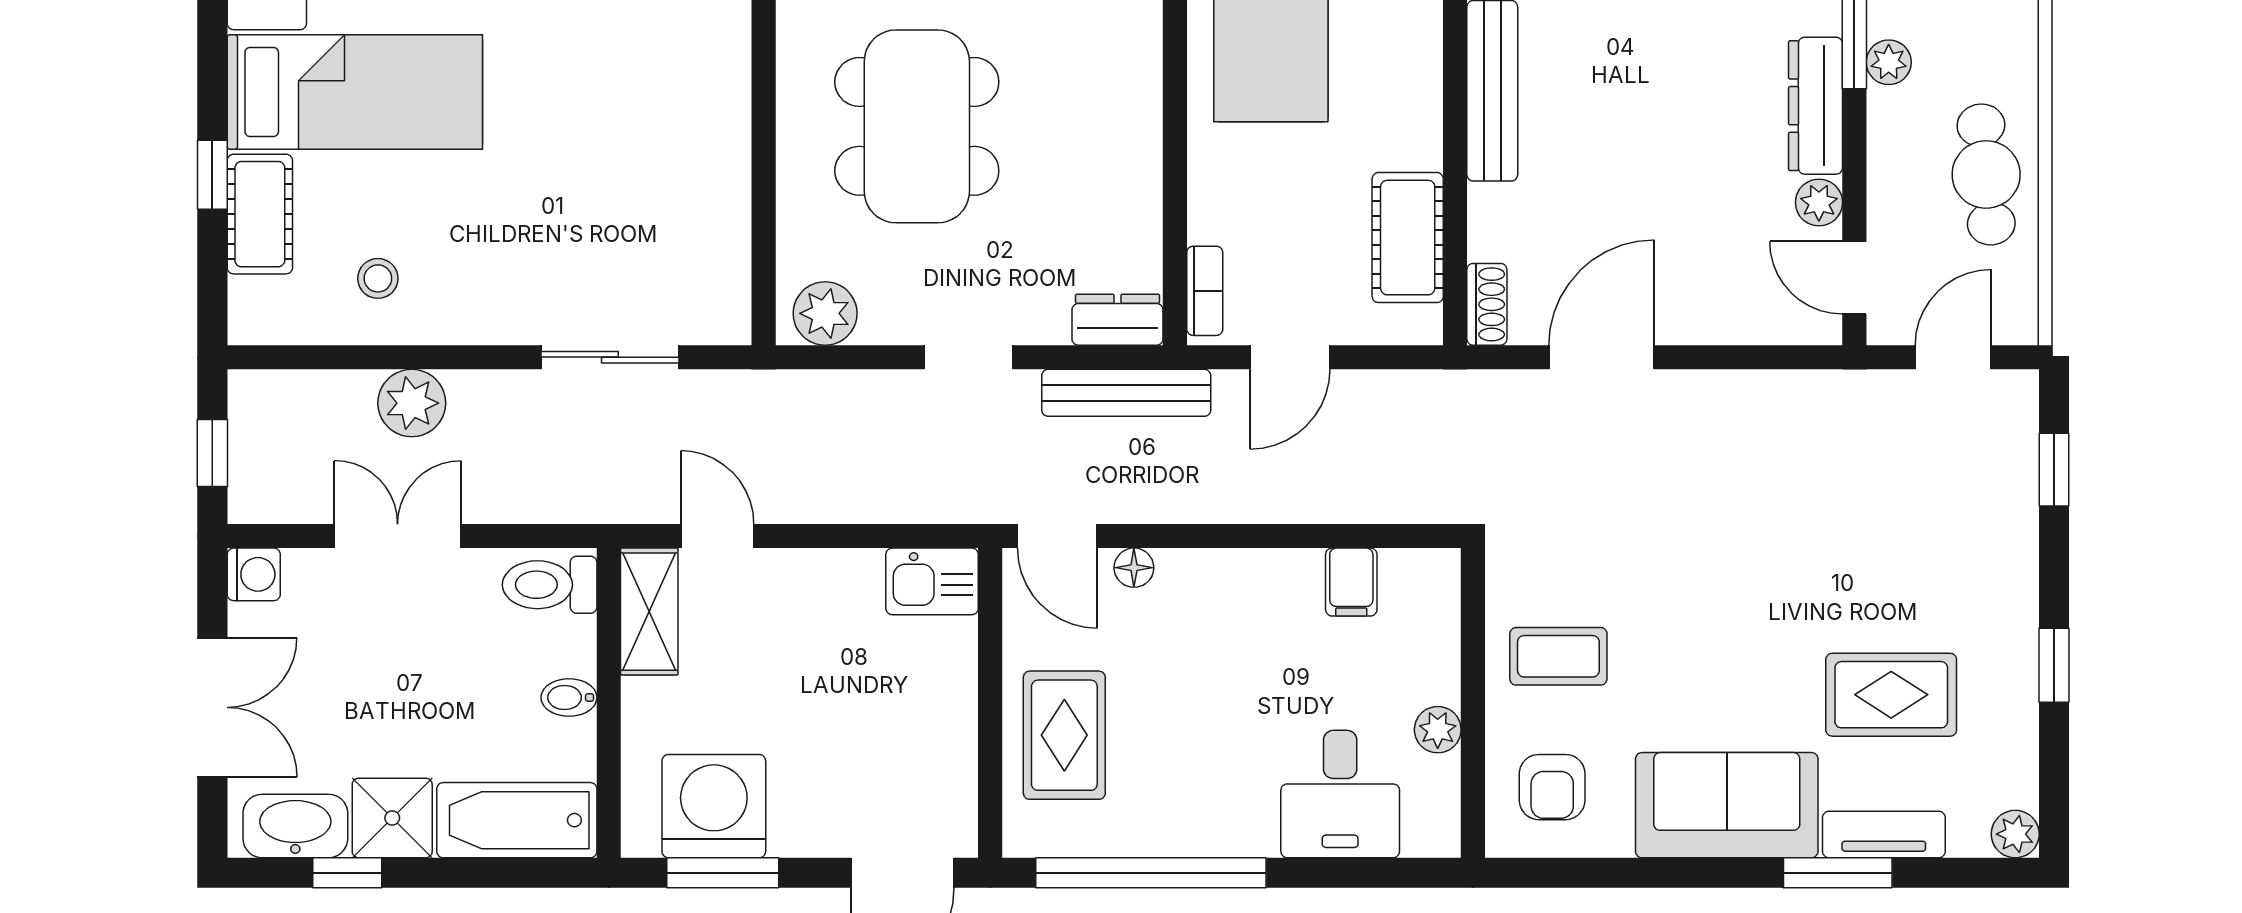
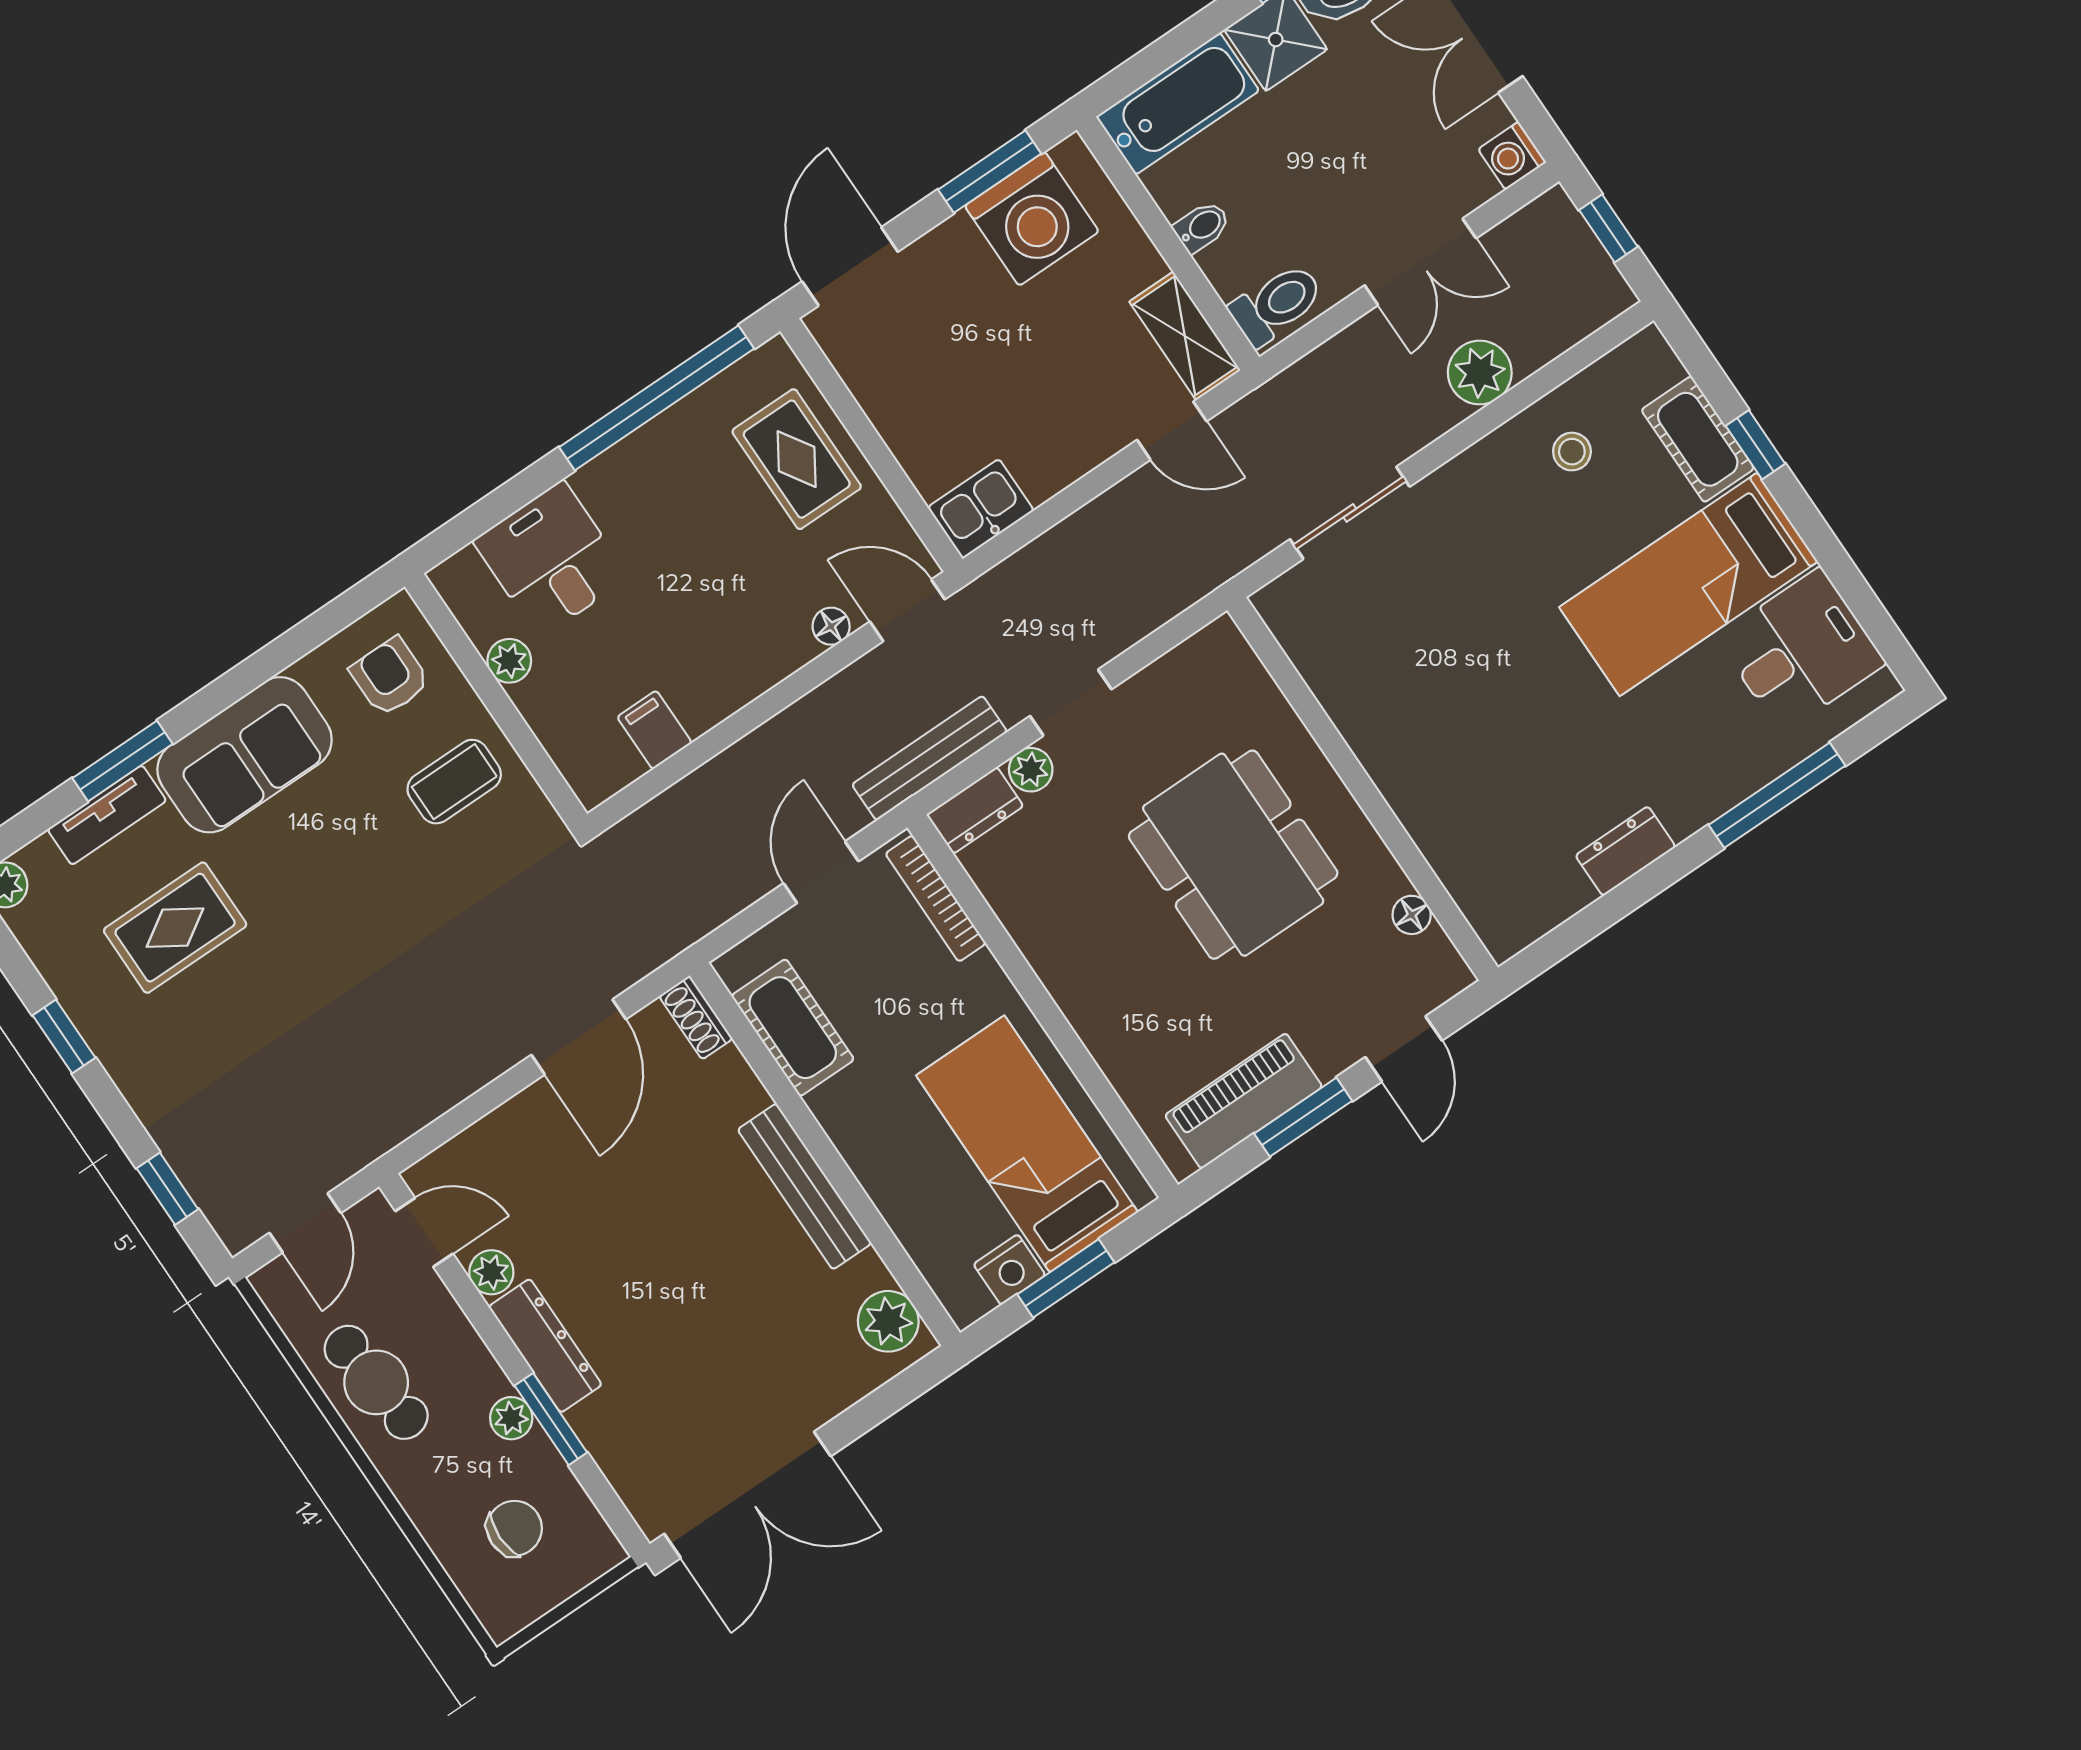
bookcase: (1205, 291) -> (936, 898), width x1.56
plant: (825, 313) -> (1031, 770), moved, width x0.73, depth x0.73

